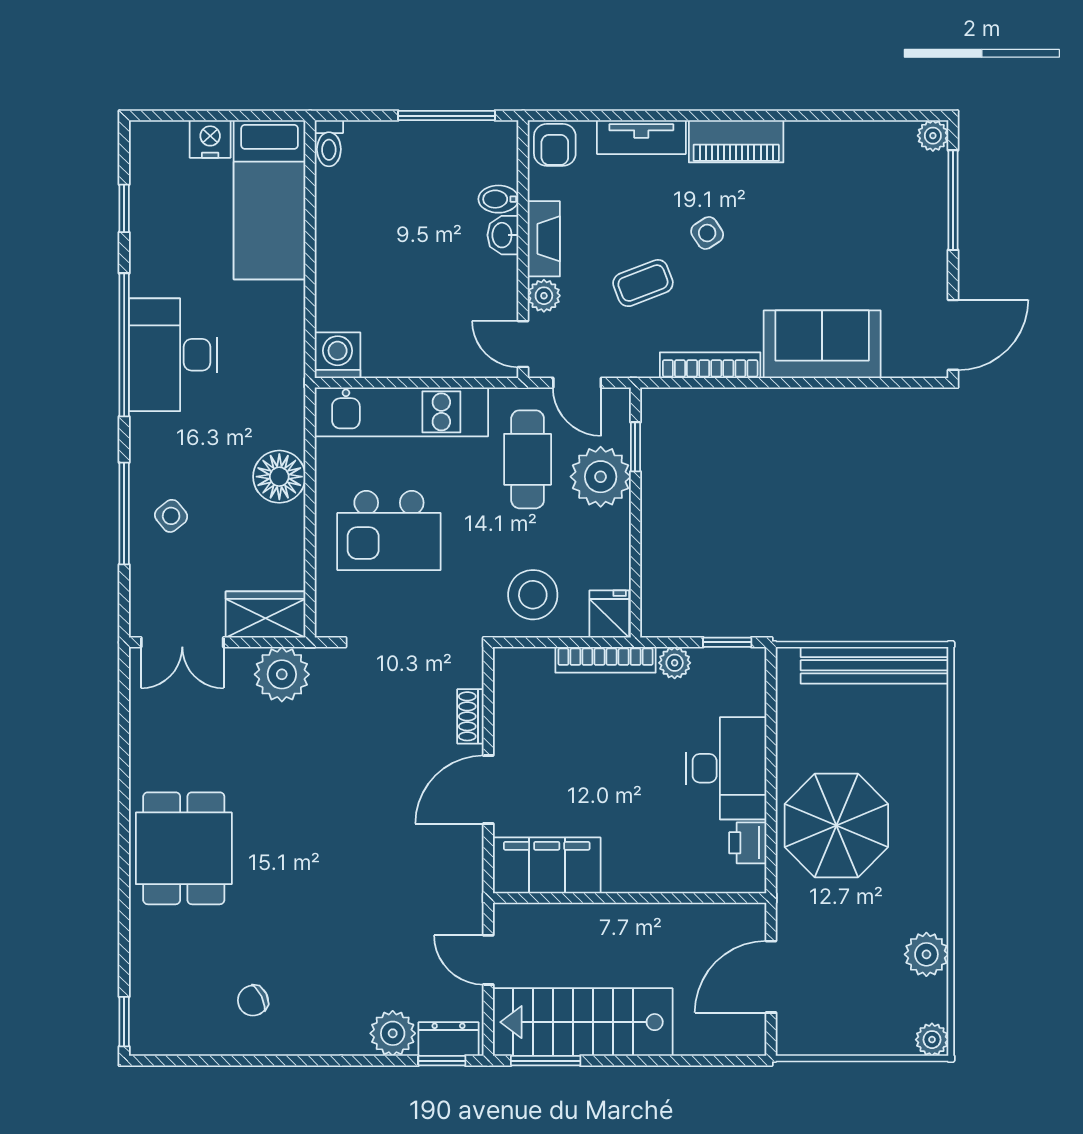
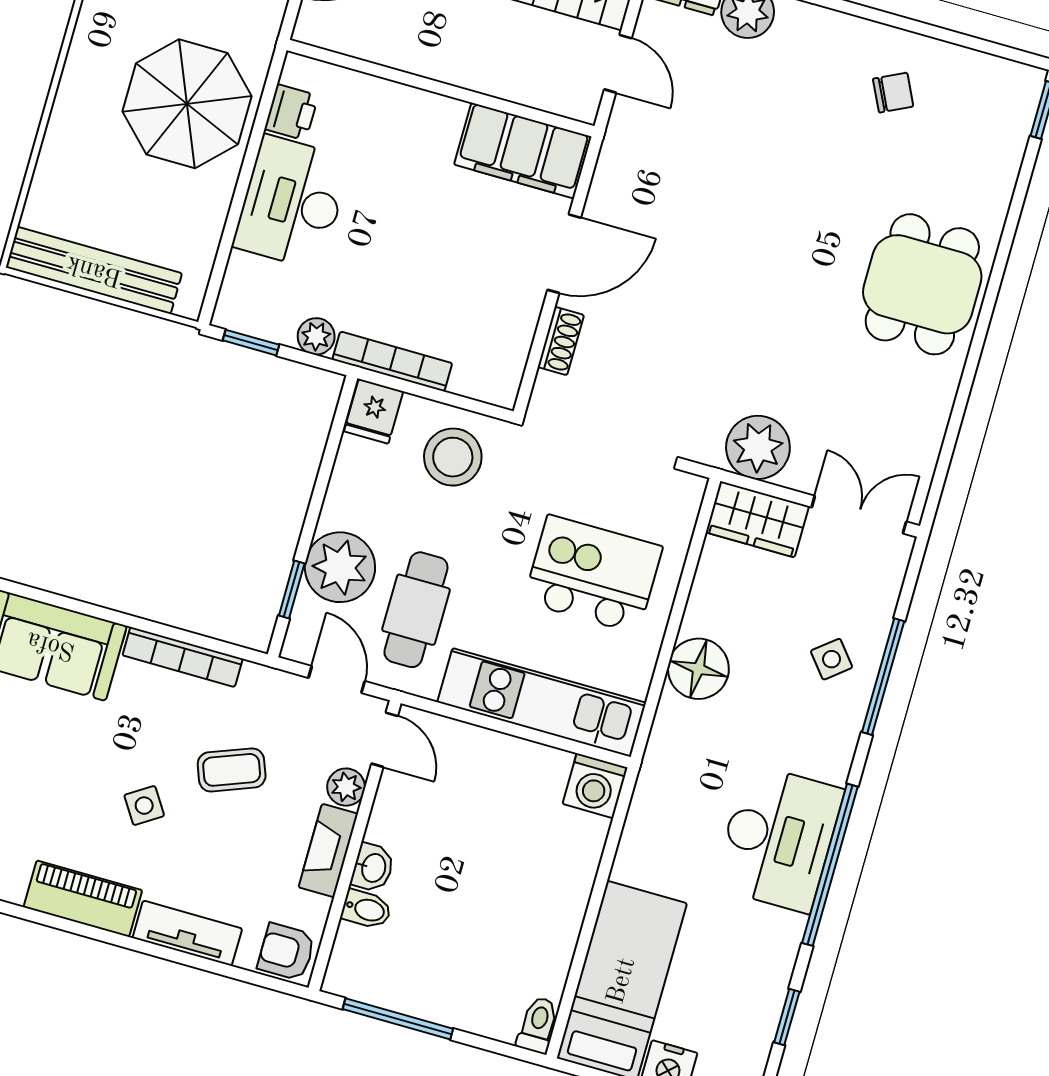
armchair: (555, 145) -> (286, 952), turned -90

